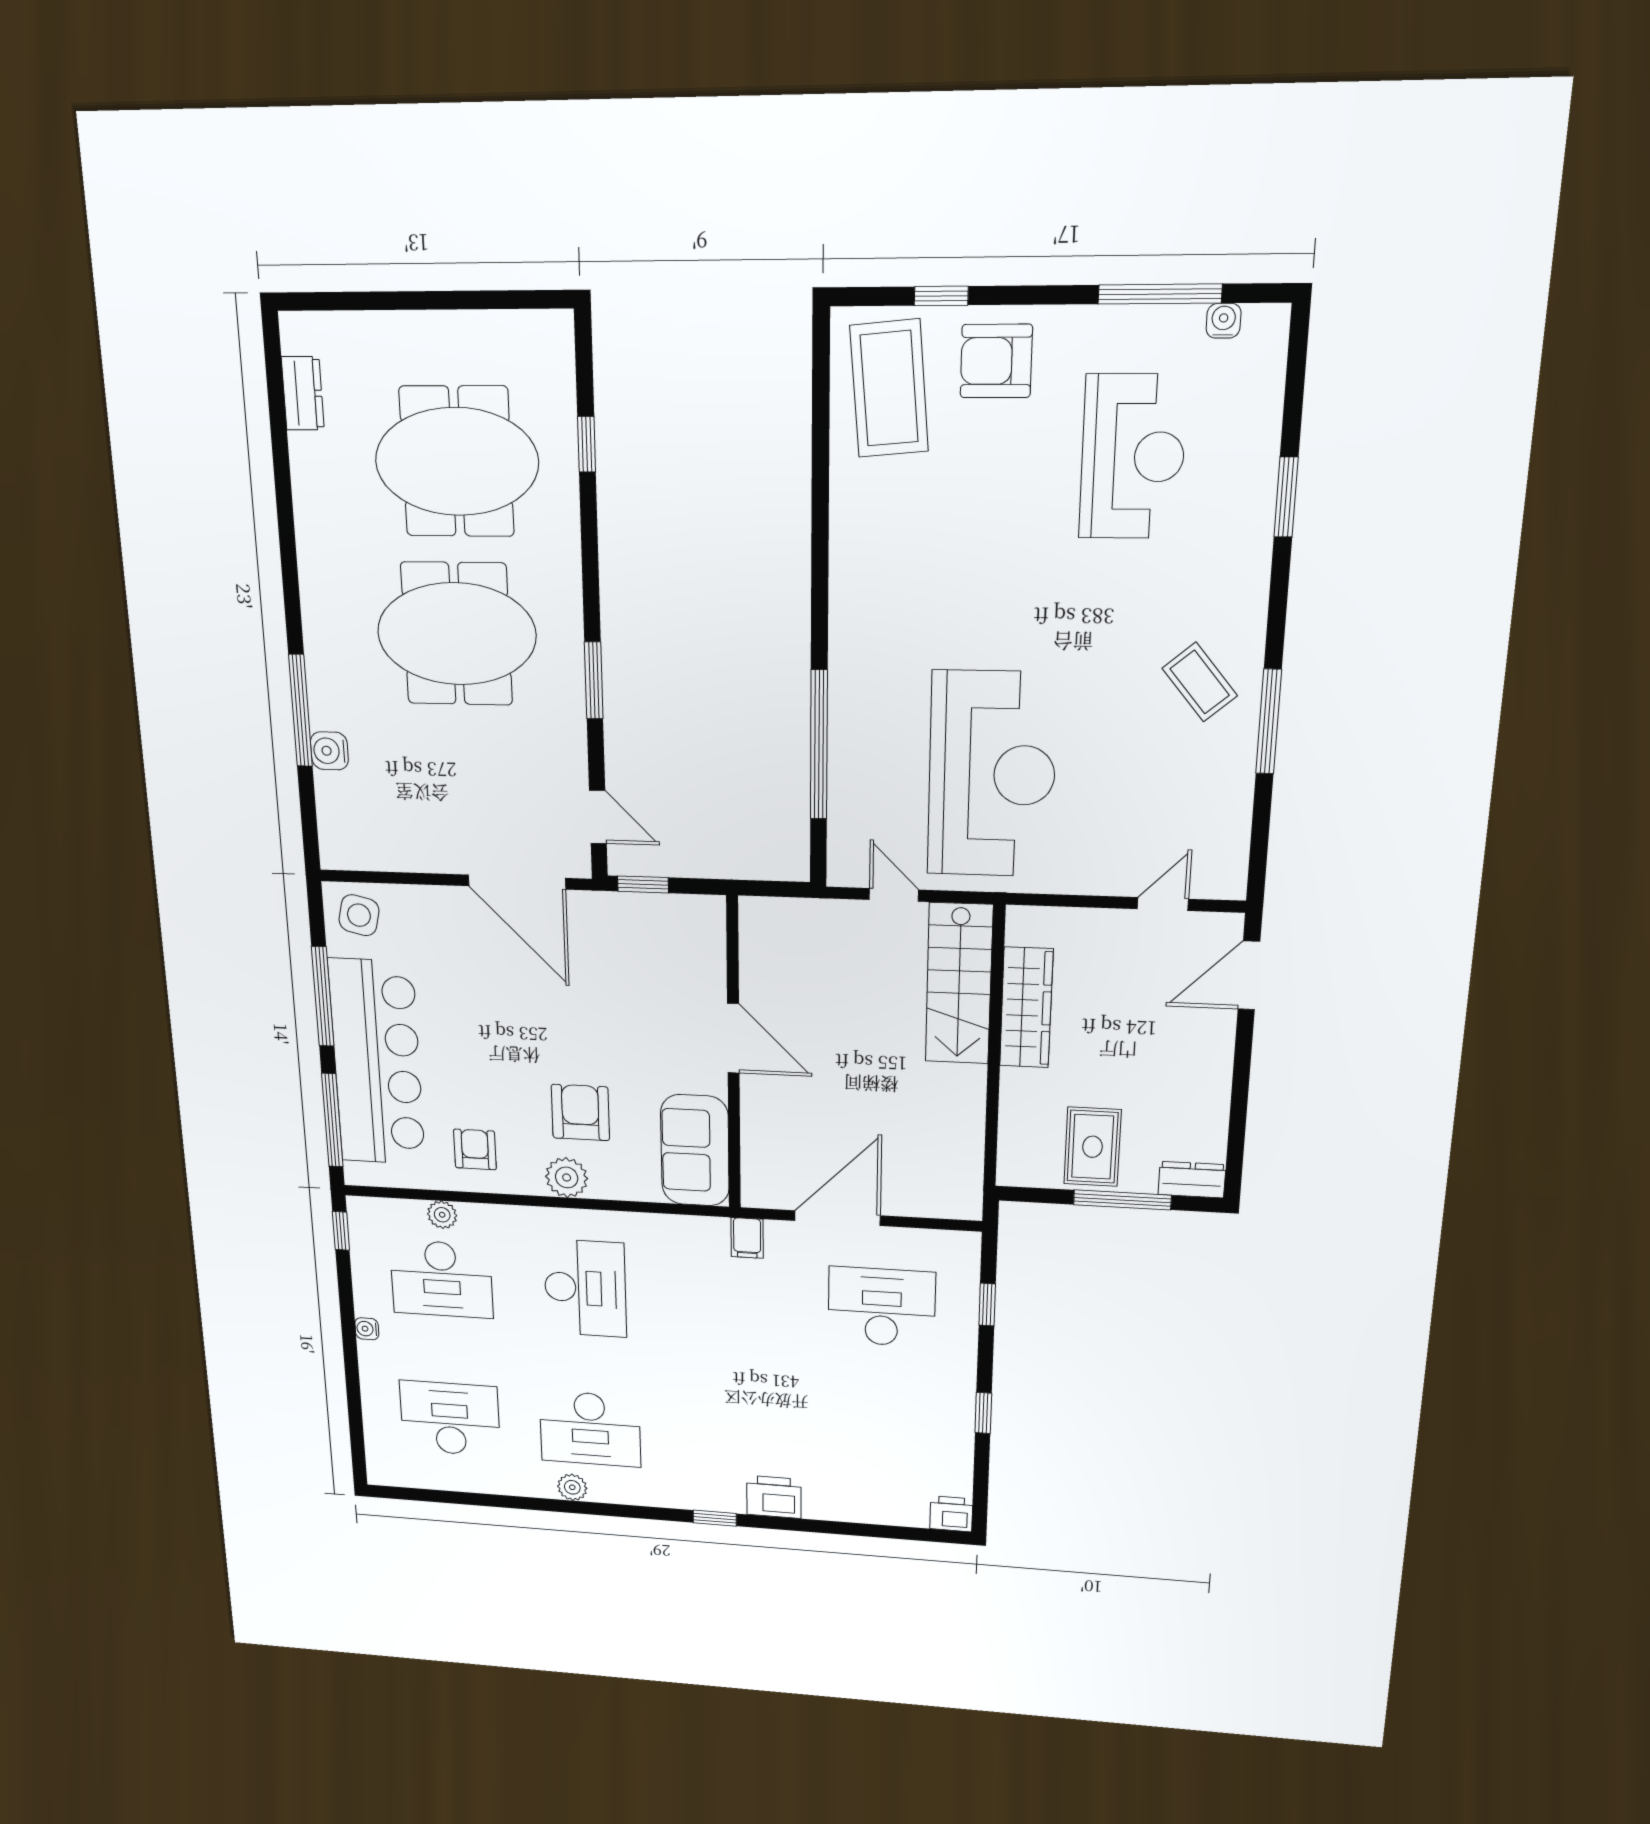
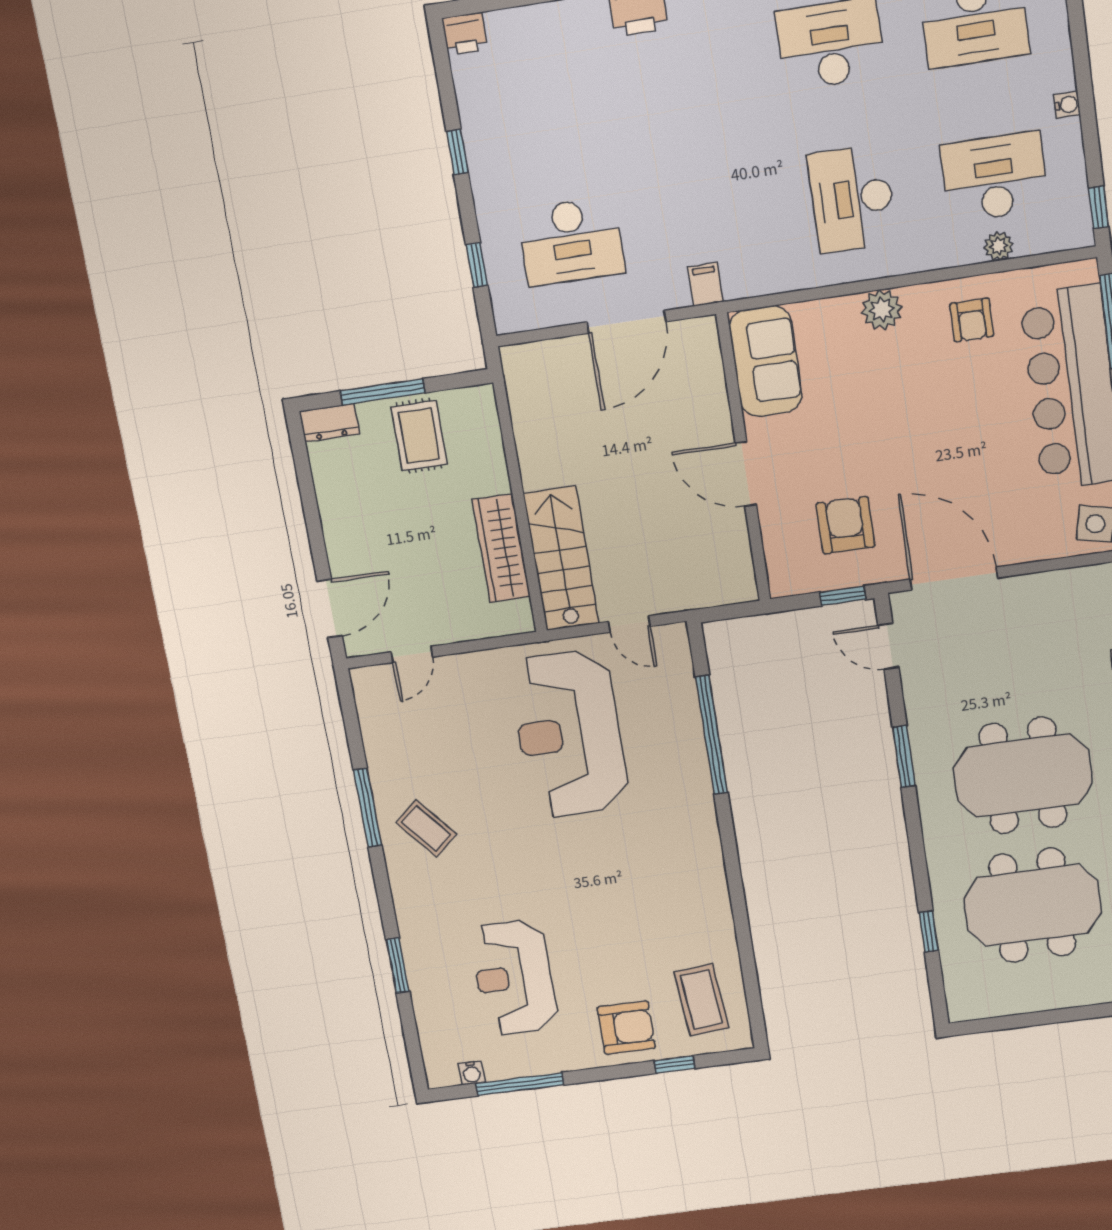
coffee table: (889, 389) -> (701, 1000), width x0.73, depth x0.76
armchair: (580, 1112) -> (845, 525), moved, turned 180

